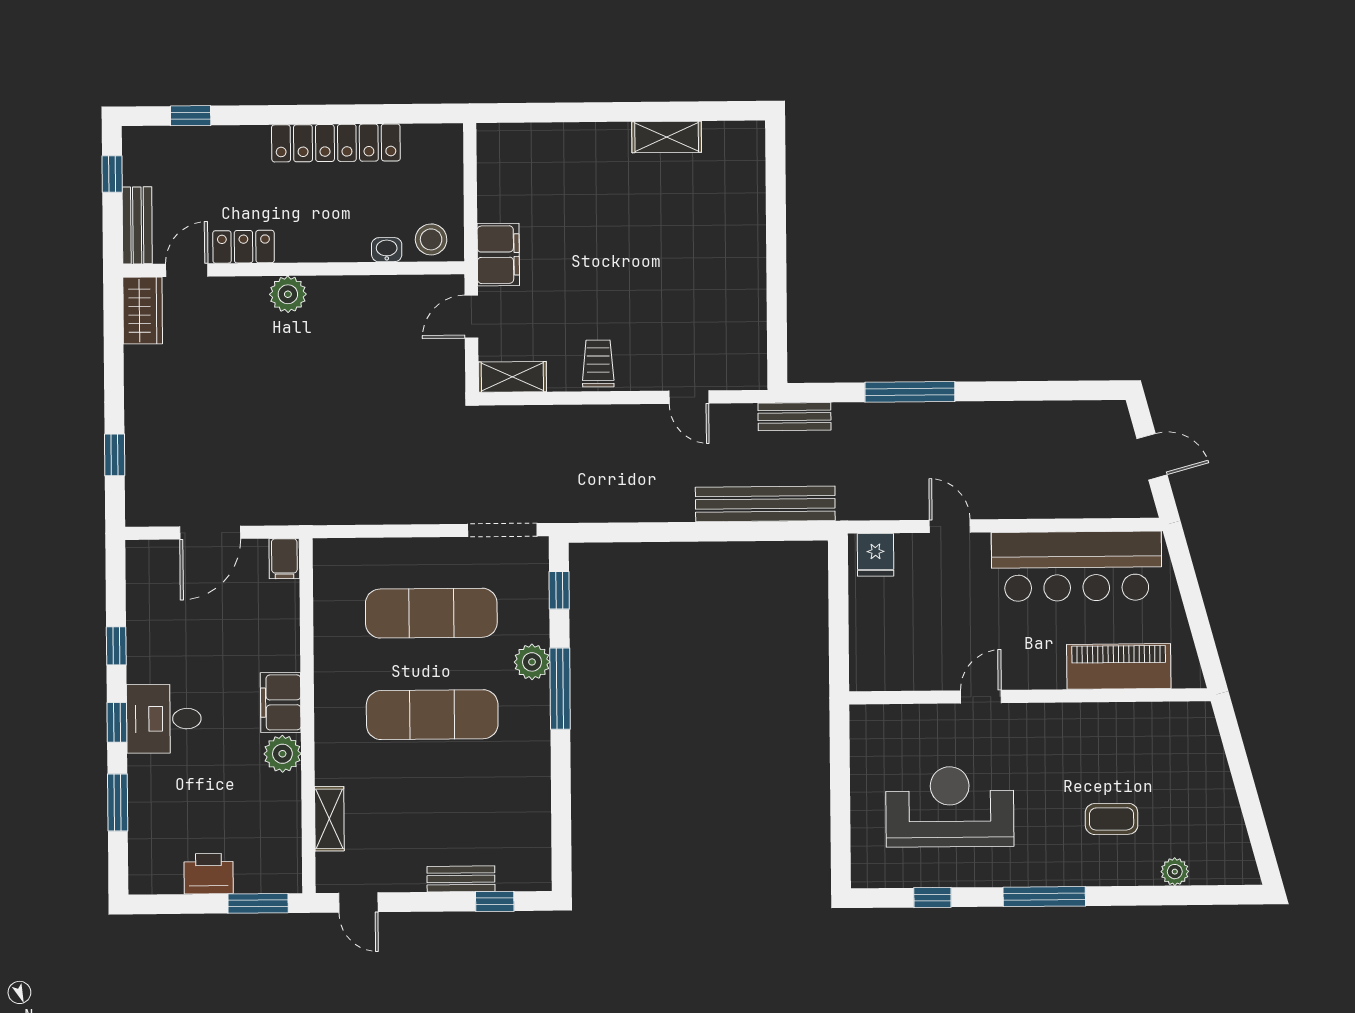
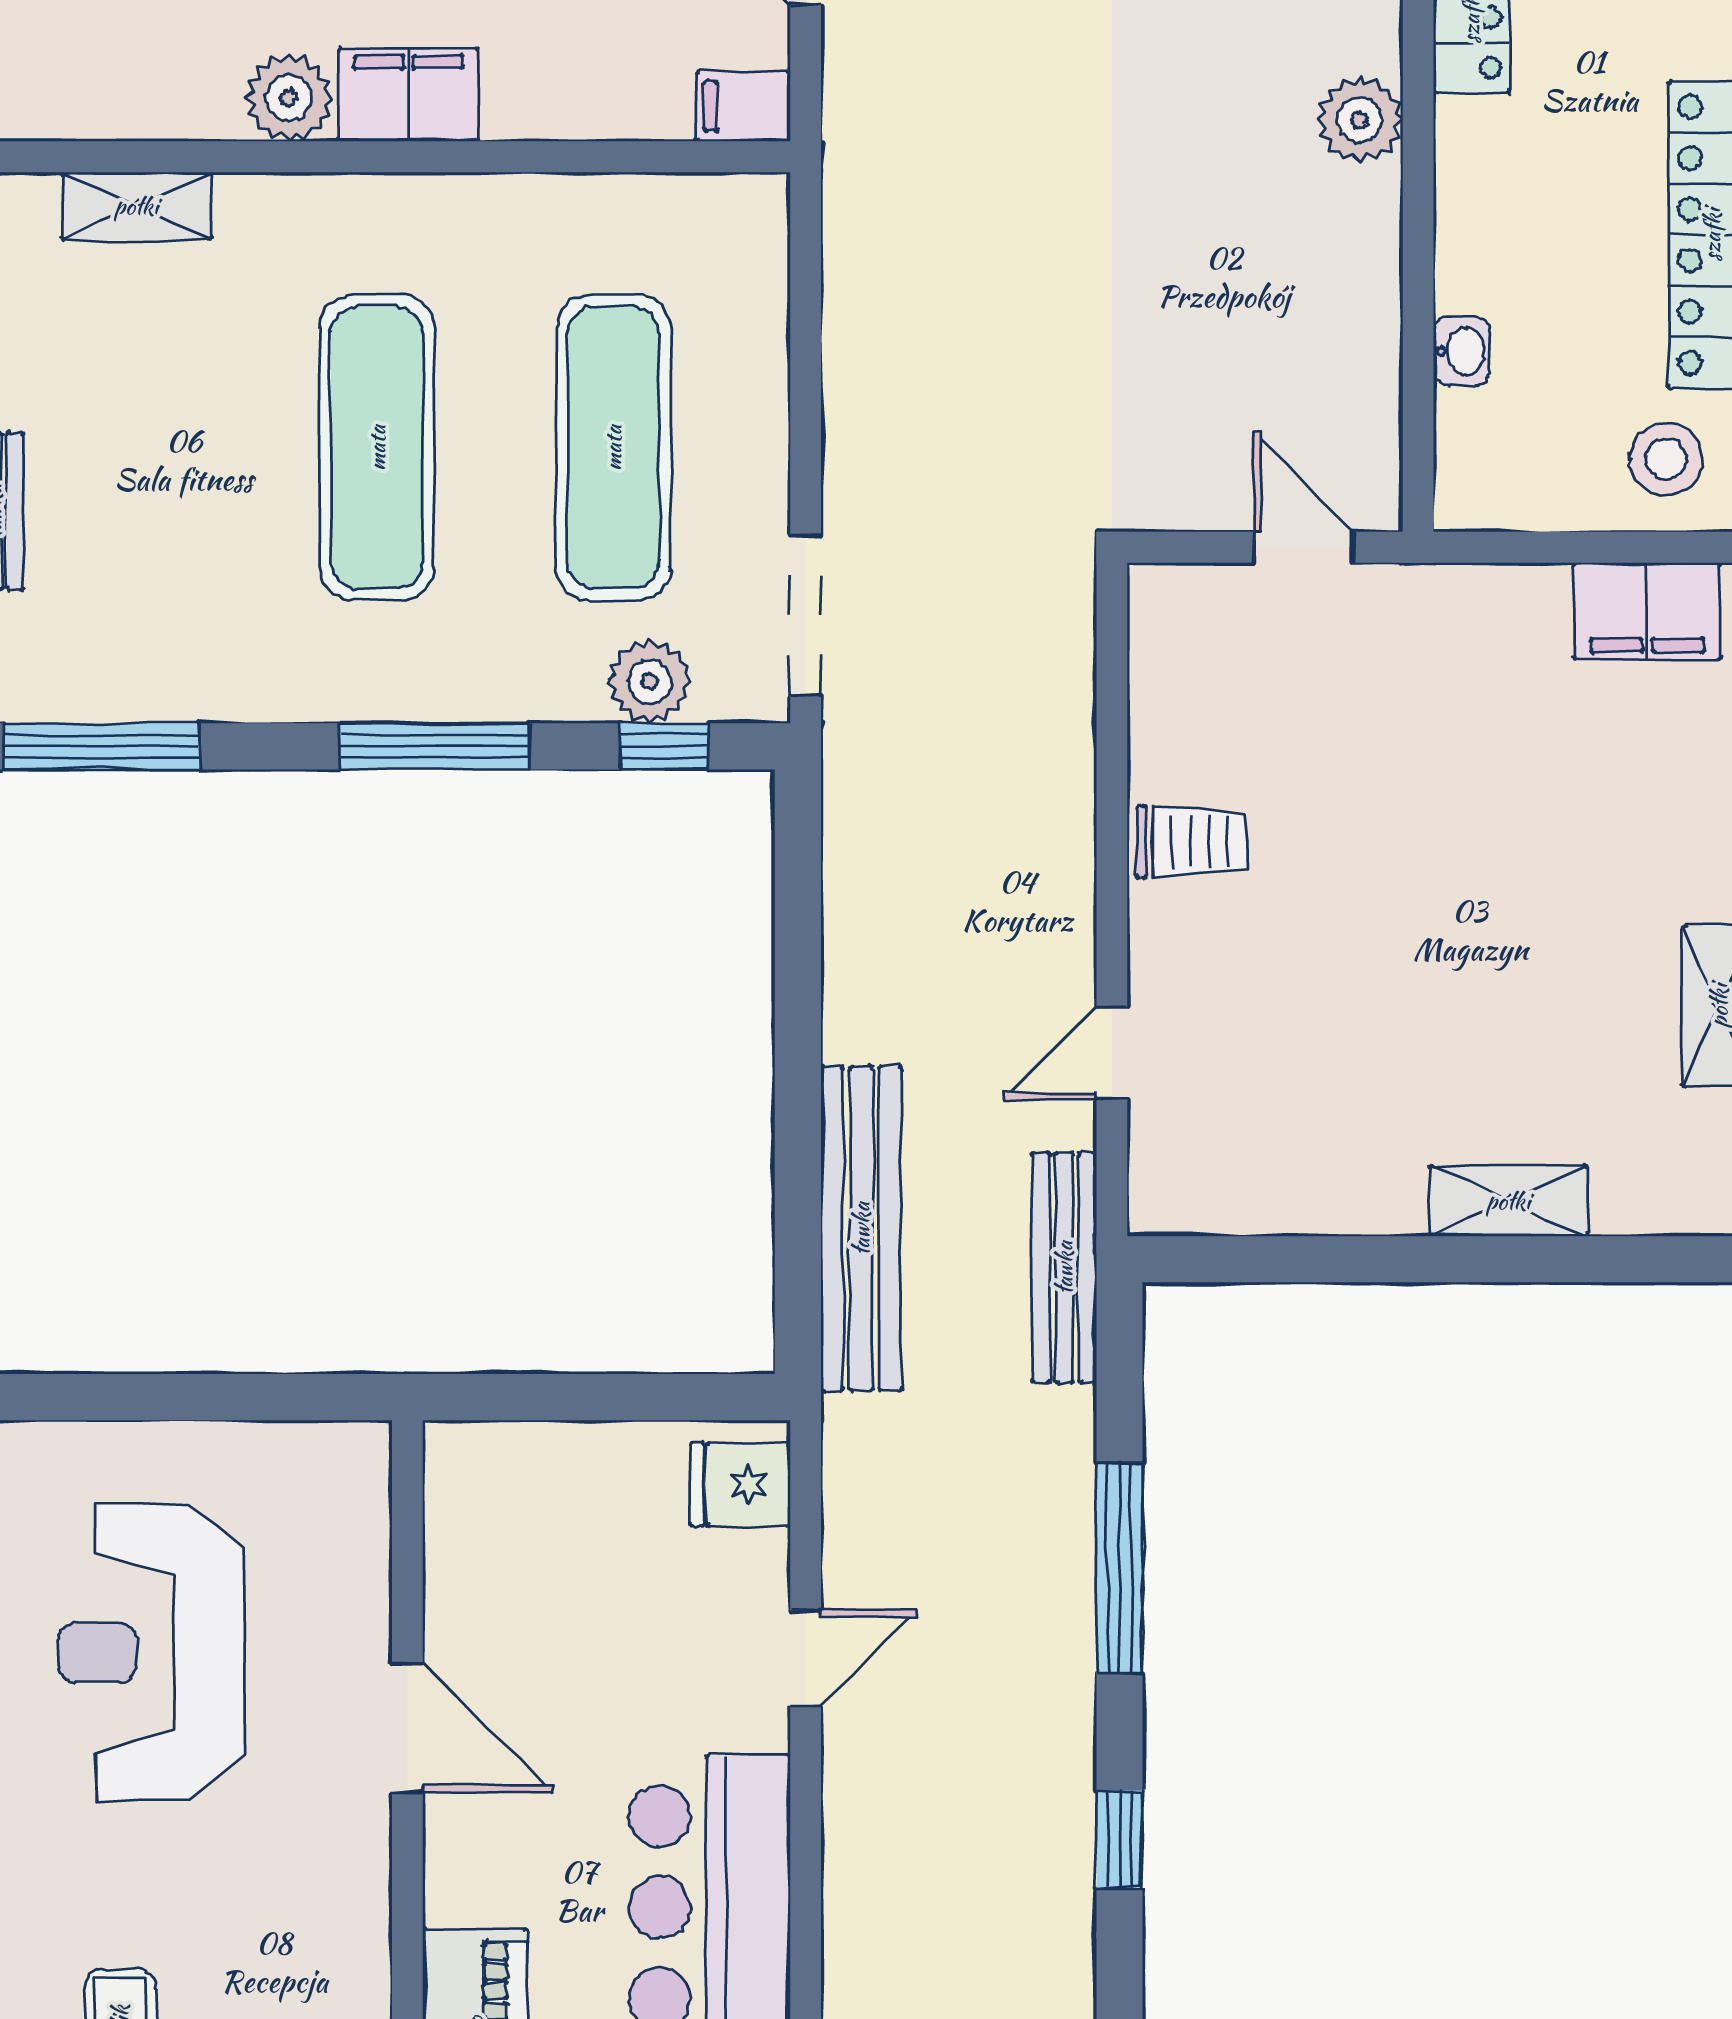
stool: (431, 239) -> (1666, 459), moved
filing cabinet: (498, 255) -> (1647, 611), moved
shelving: (512, 377) -> (1508, 1201), moved, turned 90
window: (1026, 391) -> (1119, 1839), added
bench: (794, 417) -> (1064, 1268), width x1.36
plant: (532, 662) -> (650, 681), moved
door: (981, 697) -> (407, 1727), width x1.37
reception desk: (950, 807) -> (152, 1653), turned 180
window: (561, 832) -> (102, 746), added

